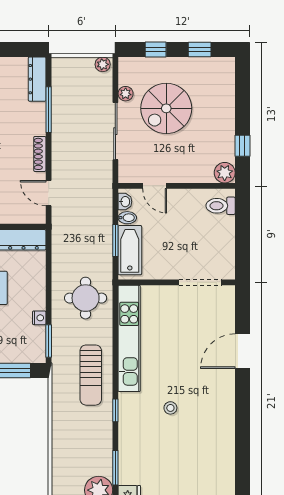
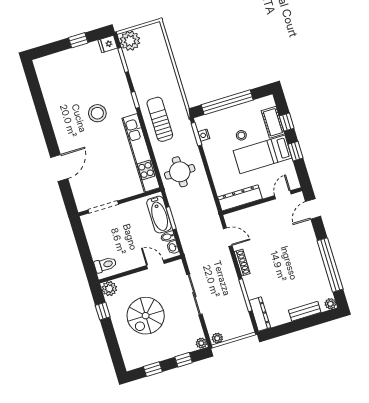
plant: (126, 94) -> (201, 343), moved
spiral stairs: (166, 108) -> (146, 316), moved, turned 180
nightstand: (39, 318) -> (204, 135), moved
stool: (170, 408) -> (97, 113), width x1.89, depth x1.89

